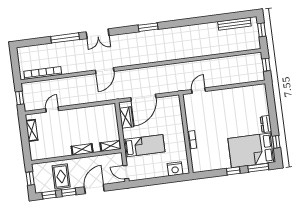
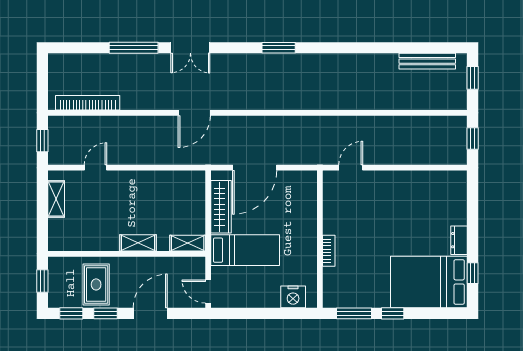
wardrobe: (126, 117) -> (221, 207), width x1.50
window: (258, 168) -> (354, 313), moved

